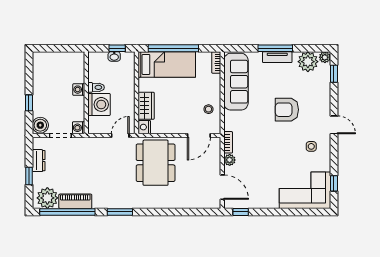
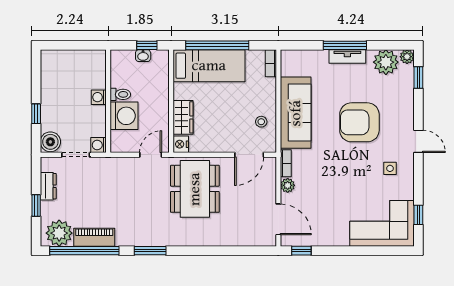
sofa: (236, 82) -> (296, 113), moved
armchair: (287, 110) -> (359, 122), width x1.36, depth x1.36

